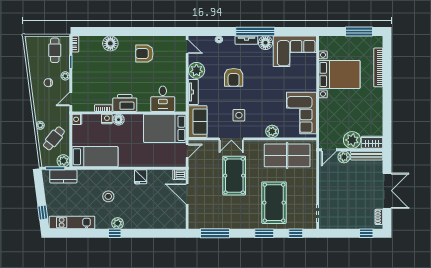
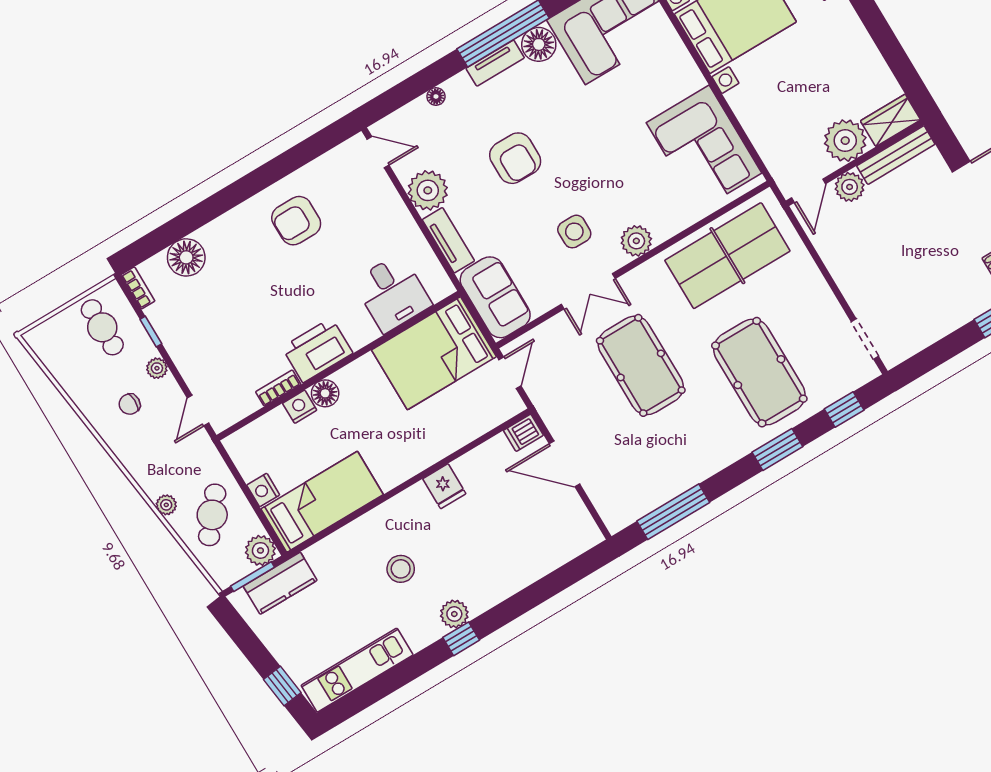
floor lamp: (110, 43) -> (186, 257), moved
nightstand: (77, 119) -> (263, 490), moved
plant: (272, 131) -> (636, 241), moved

